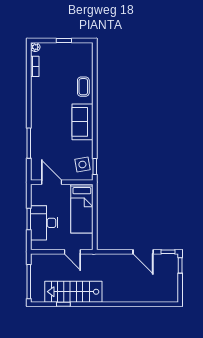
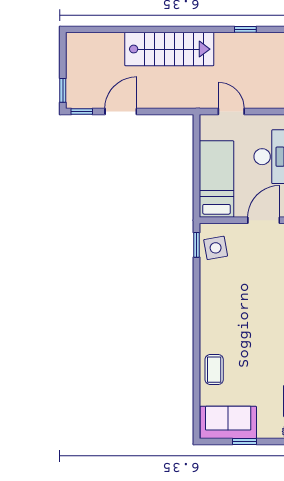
sofa: (82, 122) -> (228, 422), moved, turned -90
door: (52, 182) -> (264, 220), swing flipped
door: (143, 252) -> (121, 111), hinge flipped
stairs: (73, 292) -> (169, 49), moved

